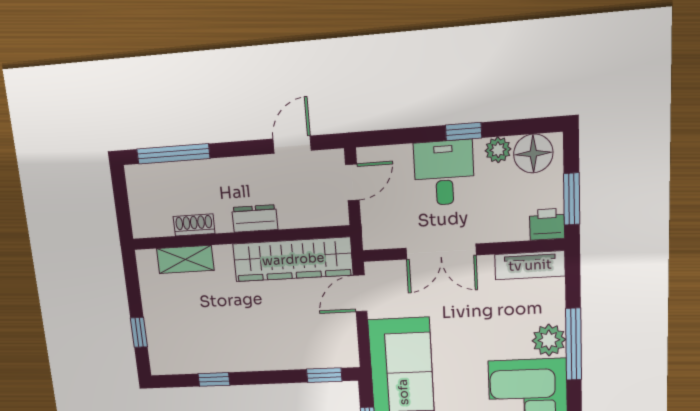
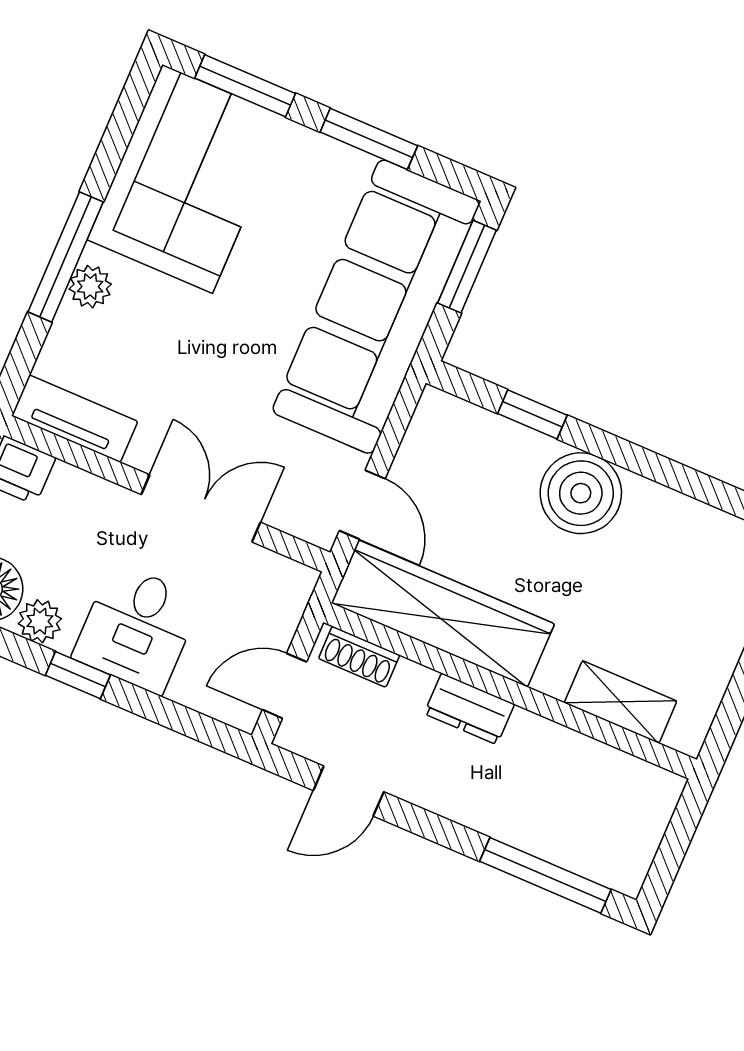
shoe rack: (194, 225) -> (359, 657), moved
door: (360, 293) -> (362, 505), hinge flipped
plant: (549, 340) -> (90, 287), width x0.73, depth x0.73
boiler: (258, 350) -> (581, 493), added
window: (324, 375) -> (532, 414), moved
window: (214, 379) -> (685, 480), removed

